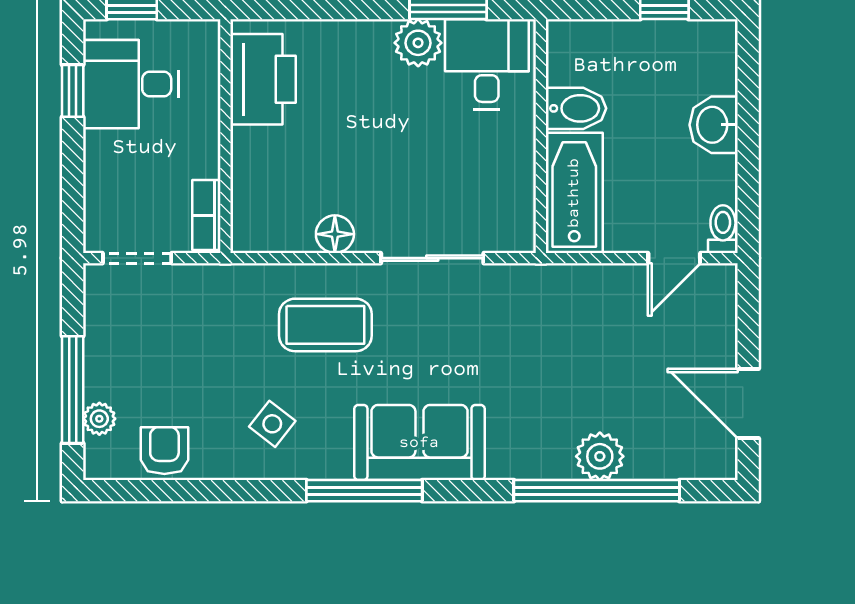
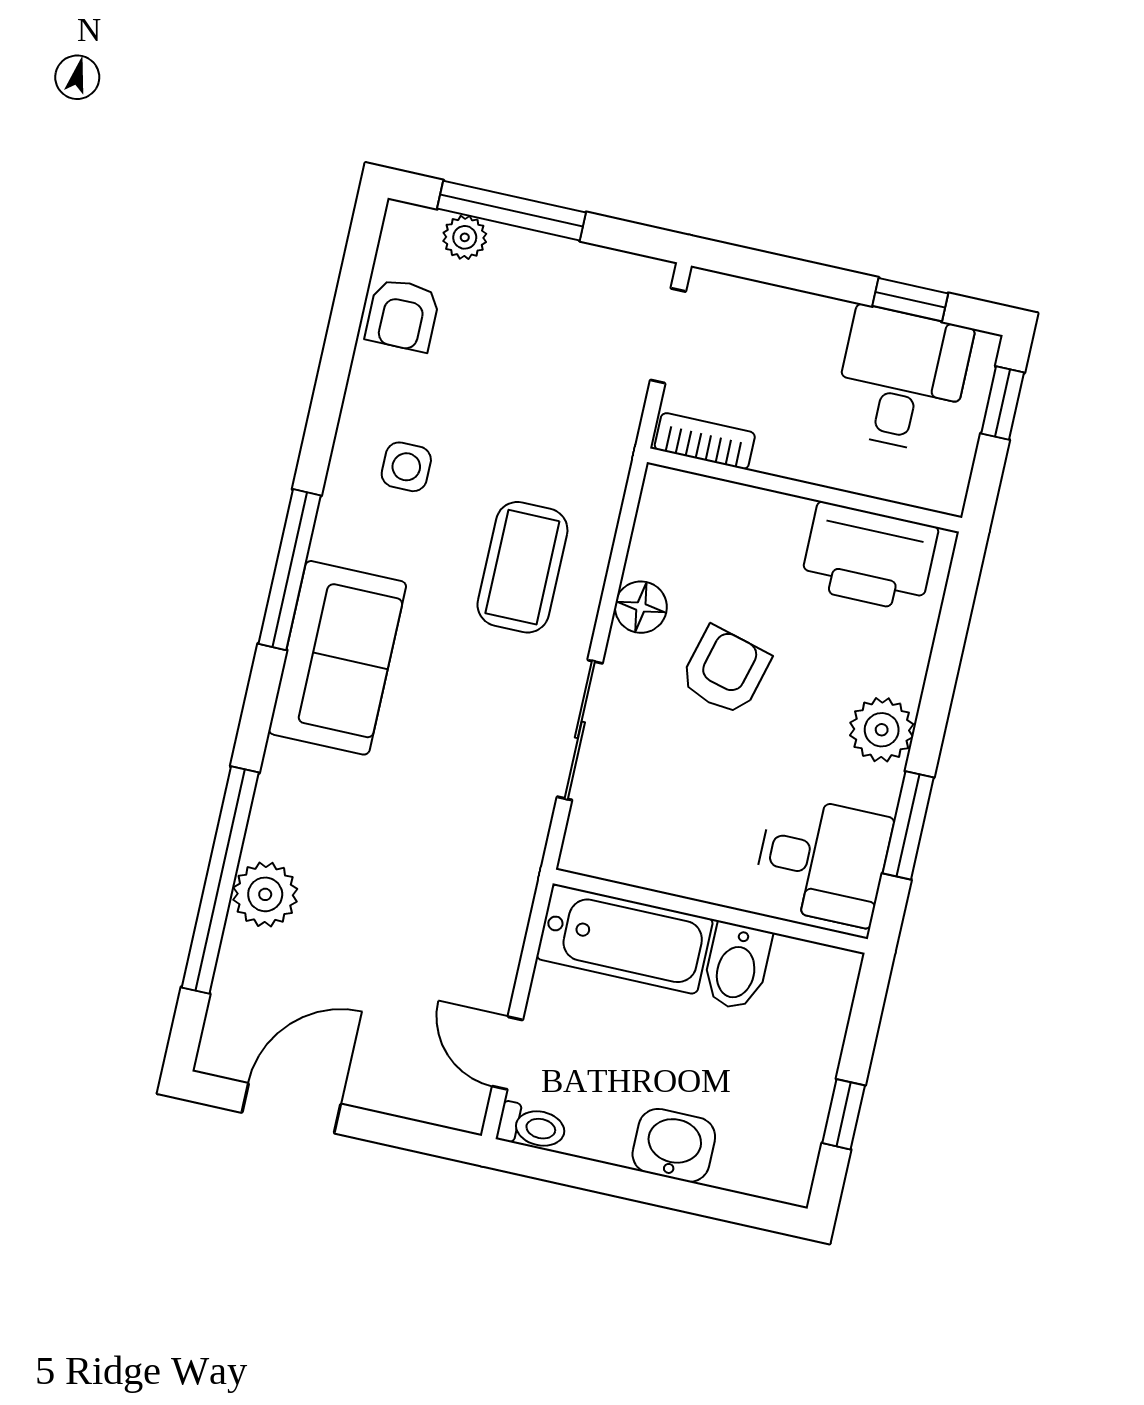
plant: (418, 43) -> (882, 730), moved
armchair: (367, 164) -> (725, 671), added
side table: (272, 424) -> (406, 467), turned -38
armchair: (164, 451) -> (403, 315), turned 90

